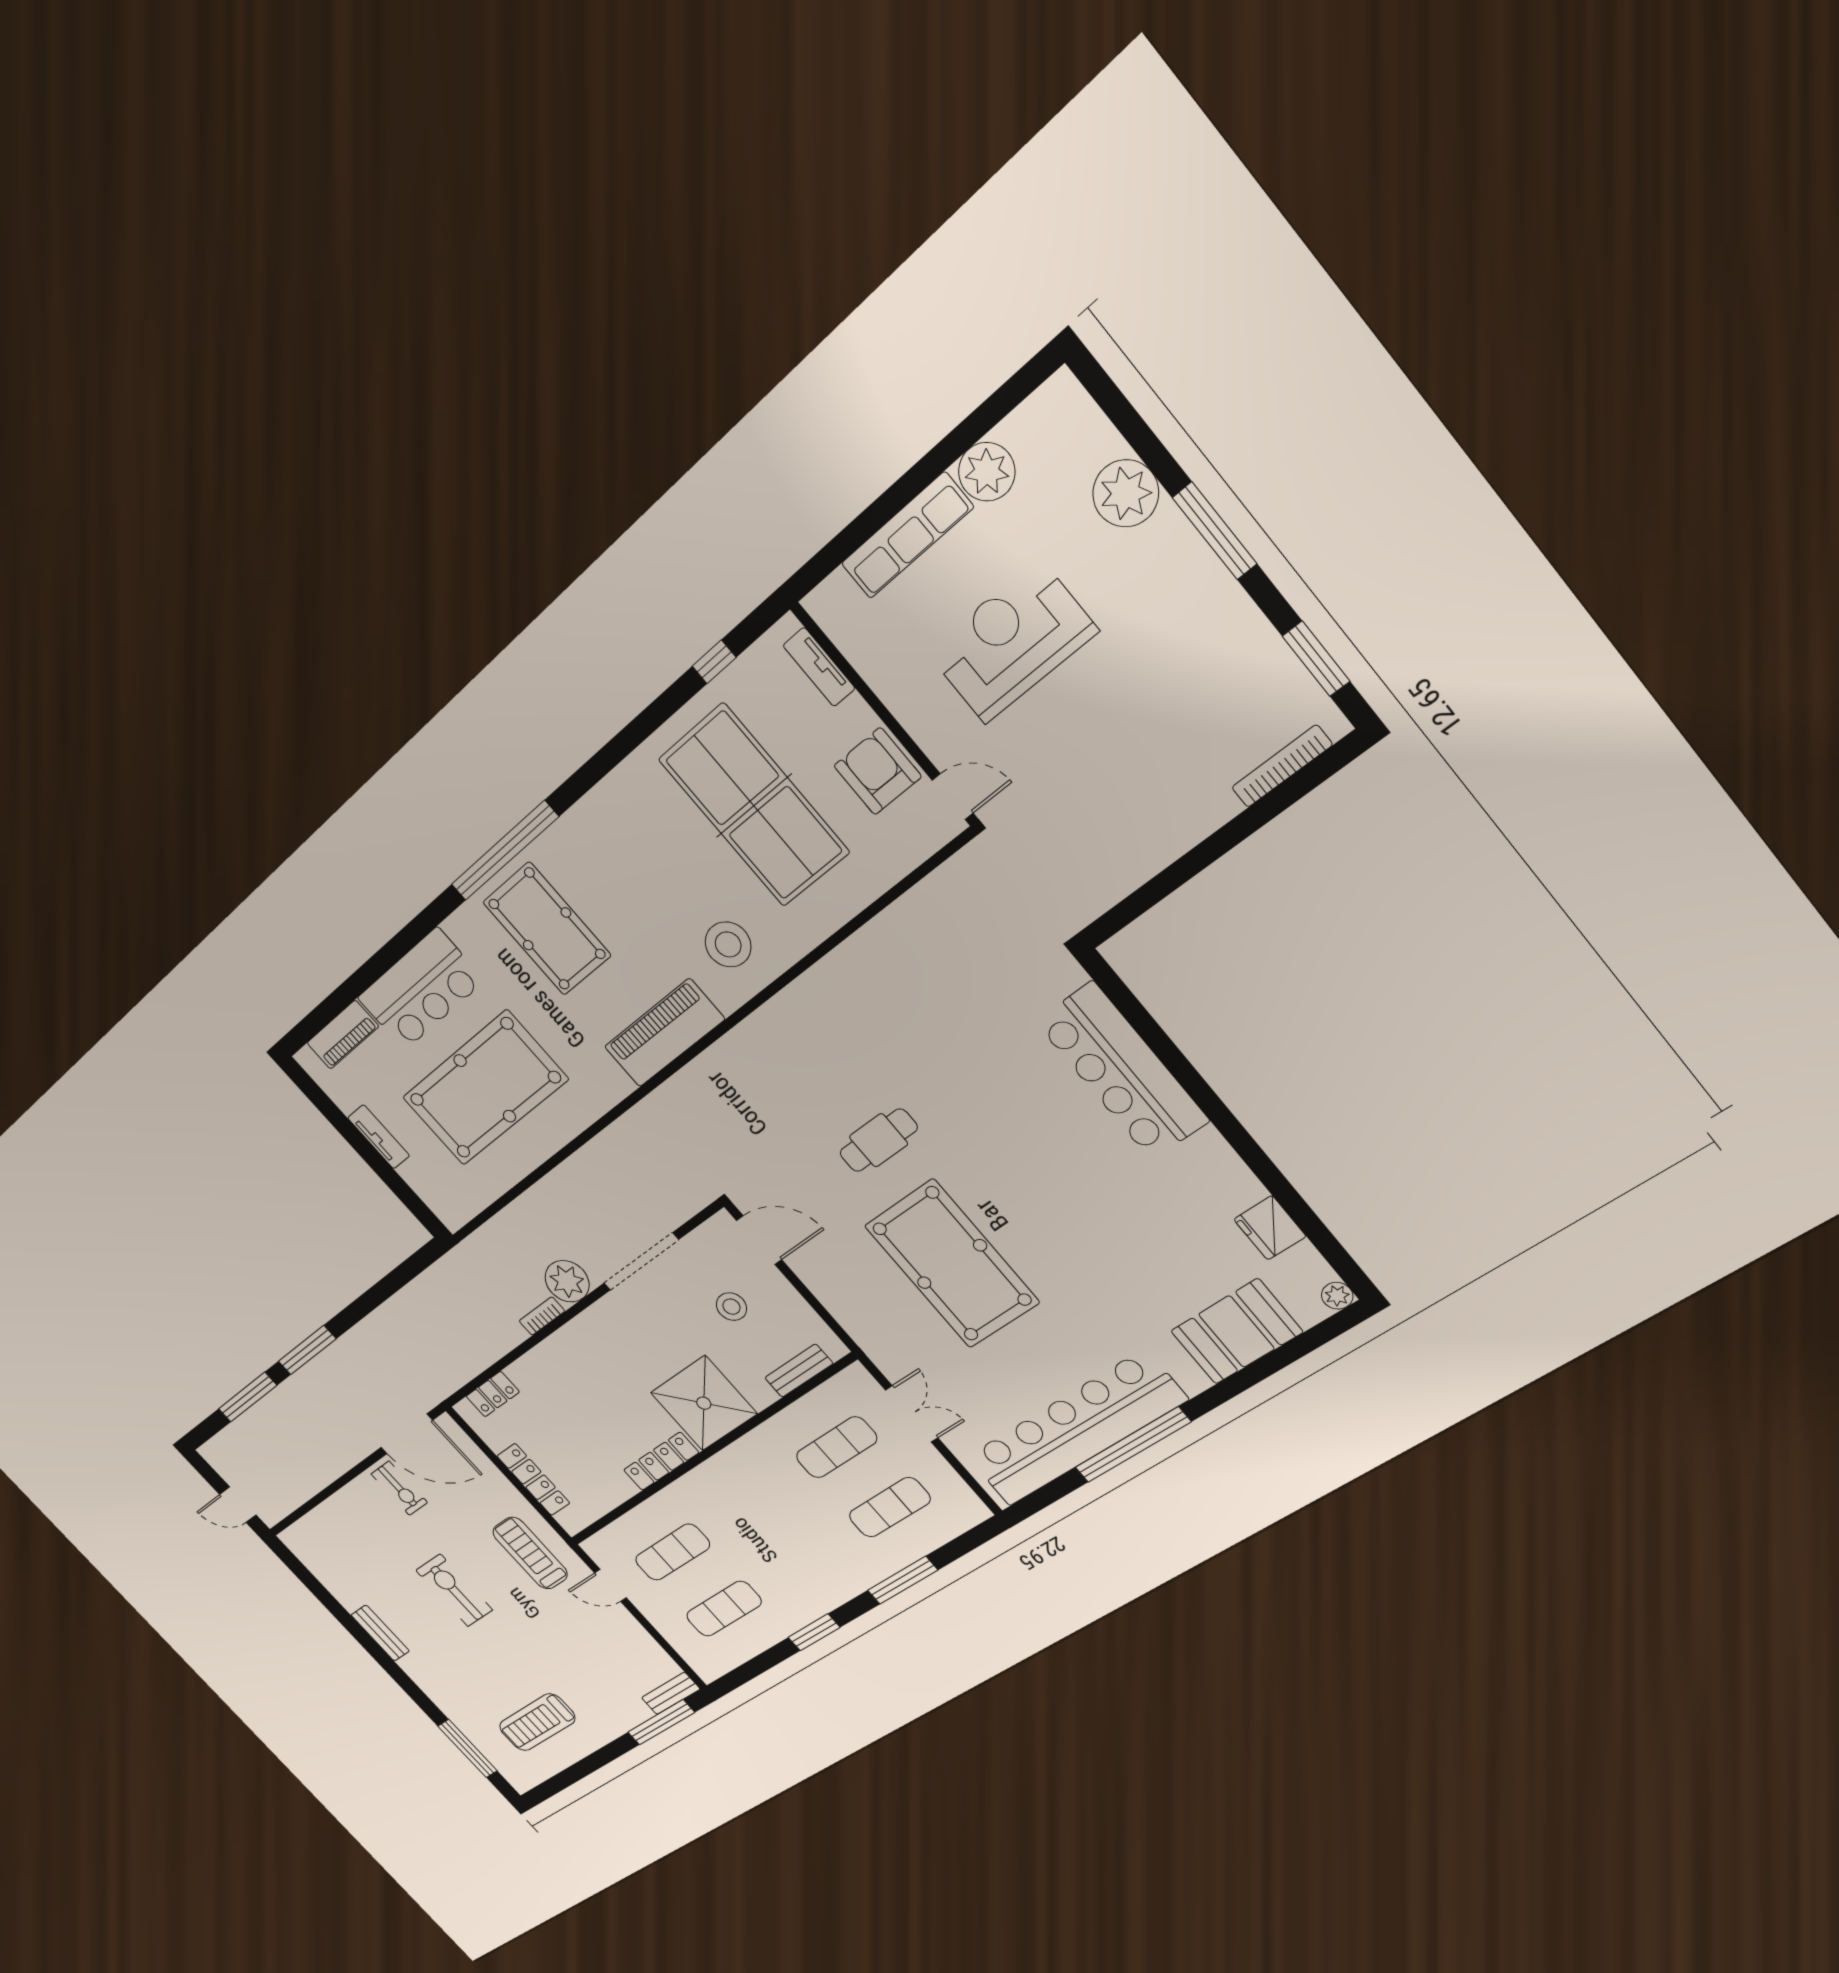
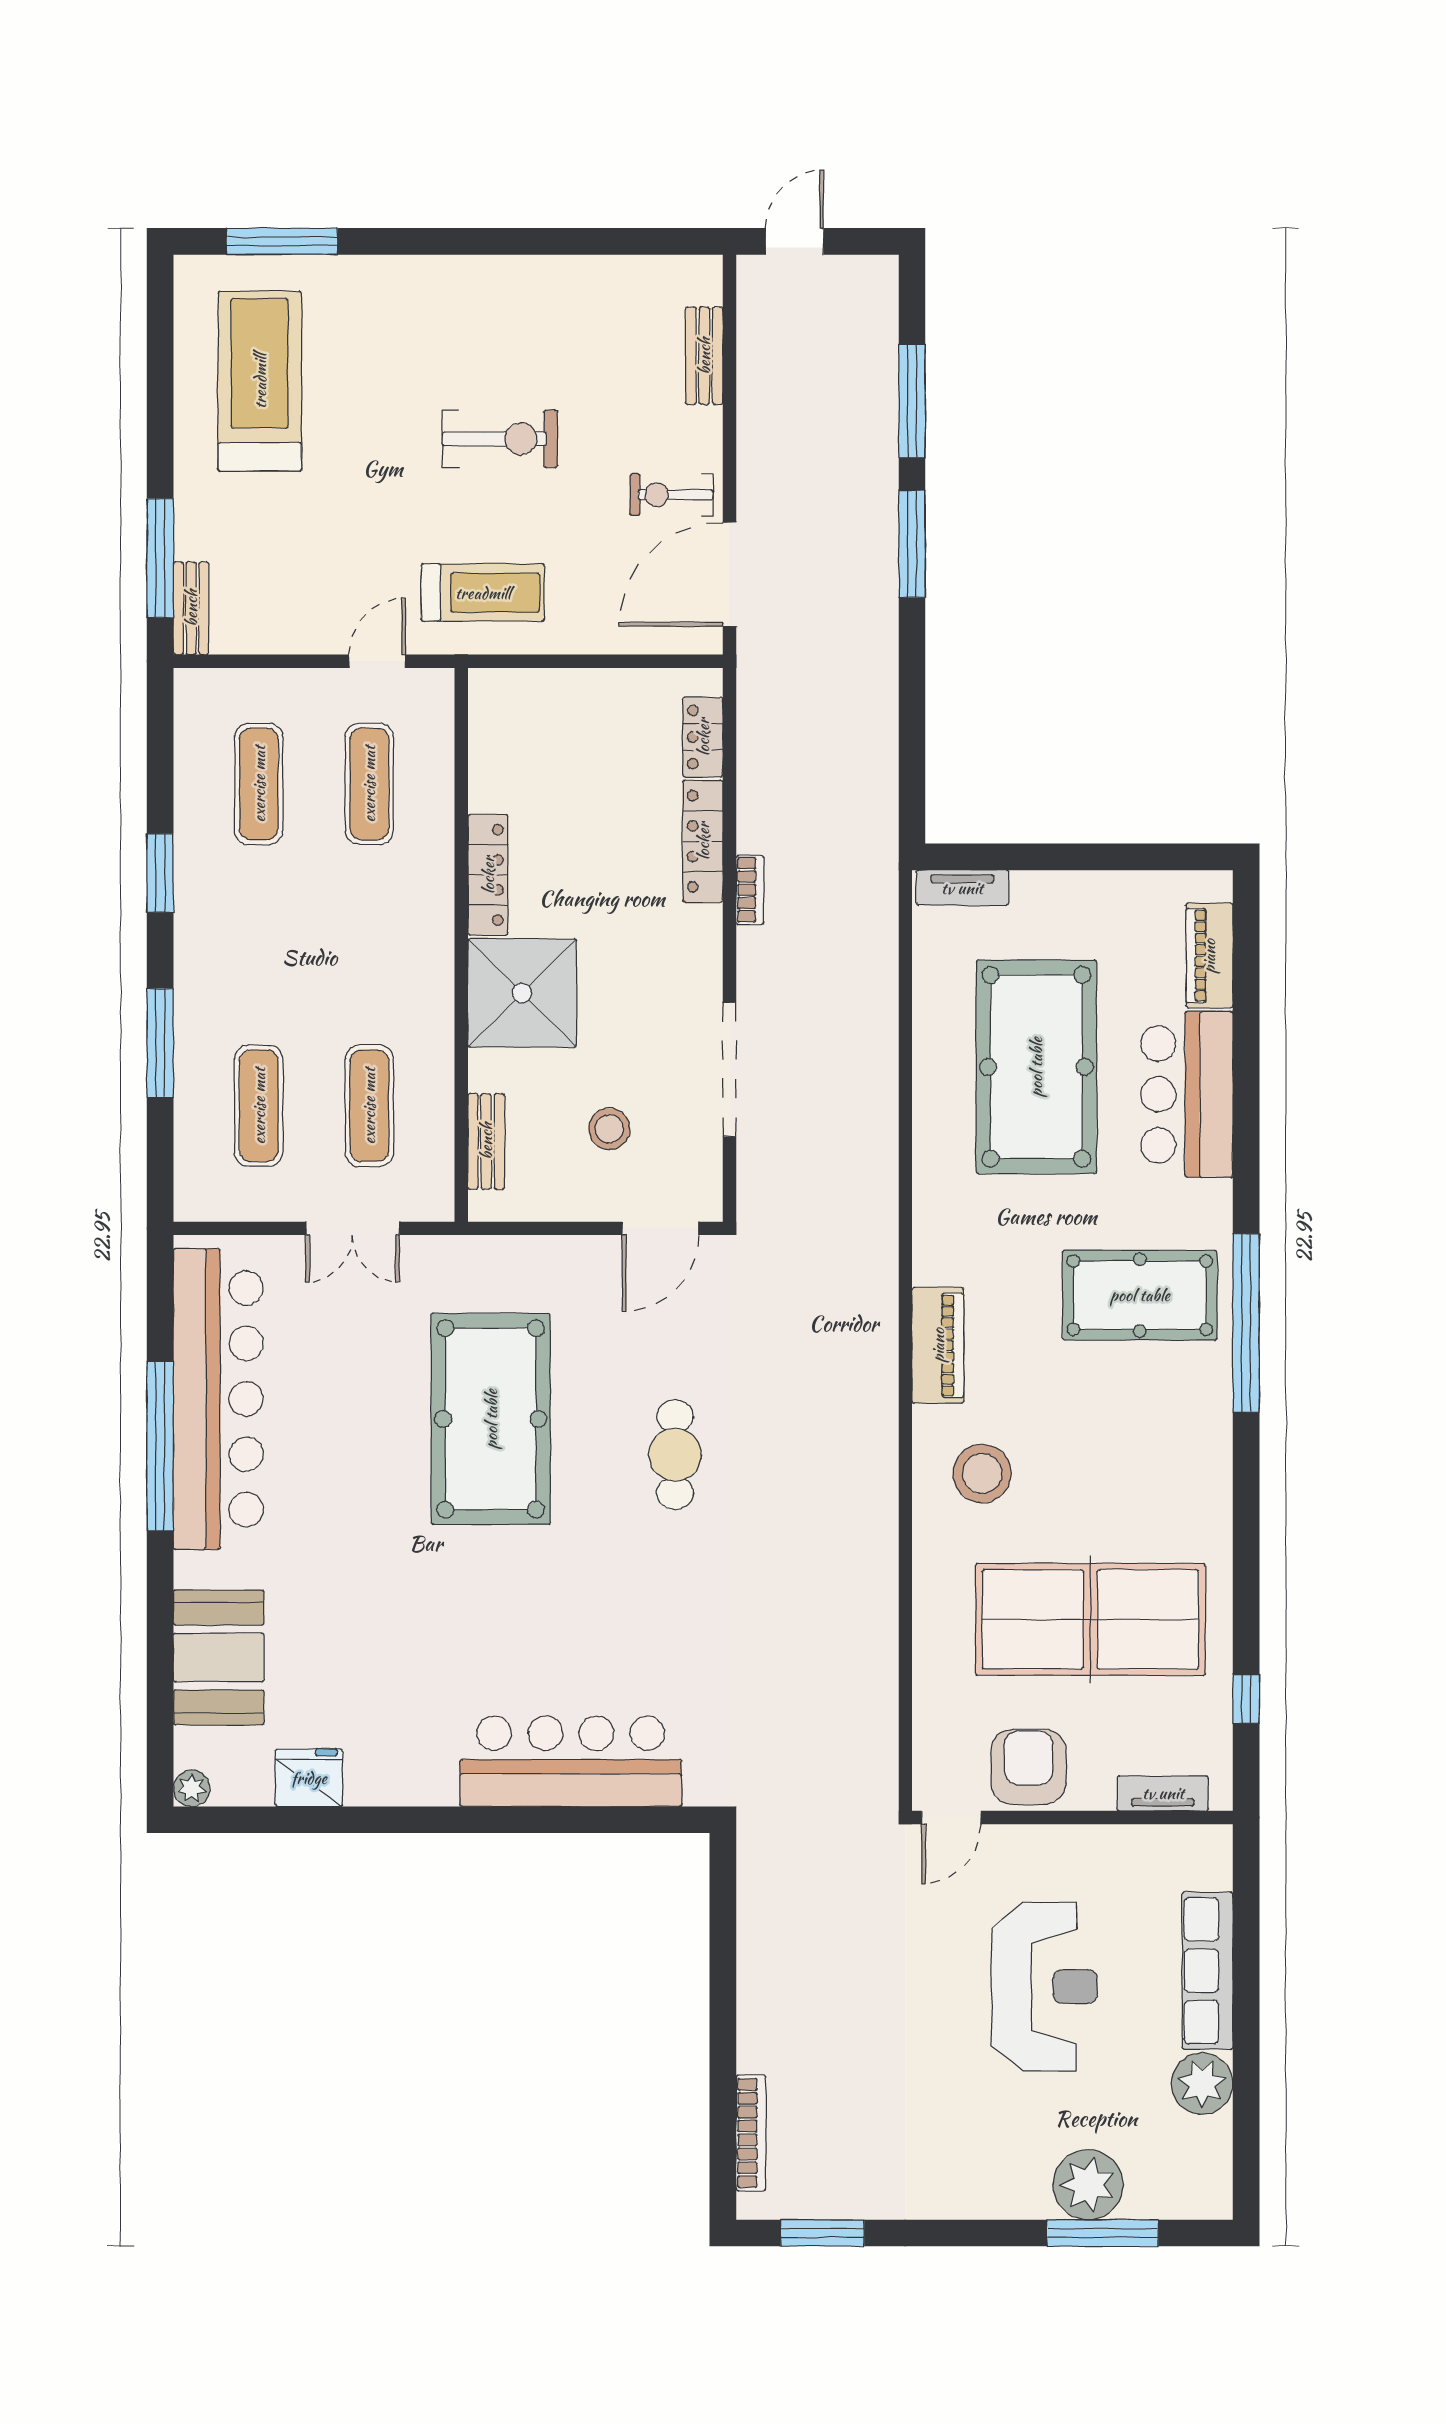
window: (1215, 531) -> (1103, 2233), moved
armchair: (878, 771) -> (1029, 1767), turned -90
piano: (664, 1033) -> (938, 1345), width x0.73, depth x0.75
tv unit: (379, 1137) -> (962, 888), moved
pool table: (952, 1264) -> (491, 1419), turned 90
plant: (567, 1281) -> (768, 959), removed
locker: (533, 1479) -> (703, 841), moved, turned 90
bench: (380, 1633) -> (704, 356), moved, turned 90
treadmill: (537, 1722) -> (260, 381), width x1.37, depth x1.38

